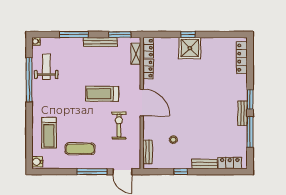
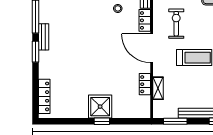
locker: (148, 48) -> (145, 20), moved
shelving: (136, 53) -> (158, 88), moved
exercise bike: (119, 125) -> (176, 24), turned 180

